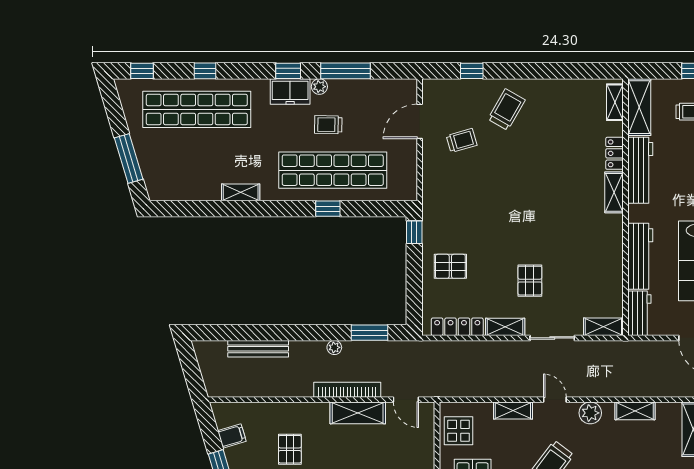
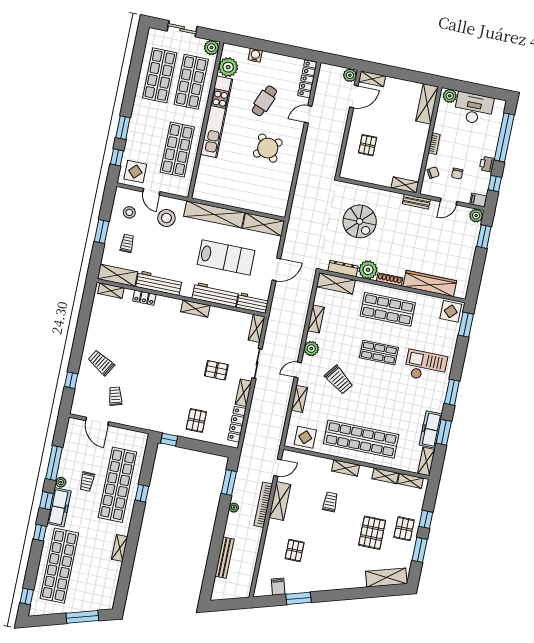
window: (205, 71) -> (40, 533), moved
freezer: (290, 91) -> (59, 507), width x1.40
shelving: (614, 192) -> (195, 309), moved
pallet: (290, 449) -> (295, 550), turned 90

